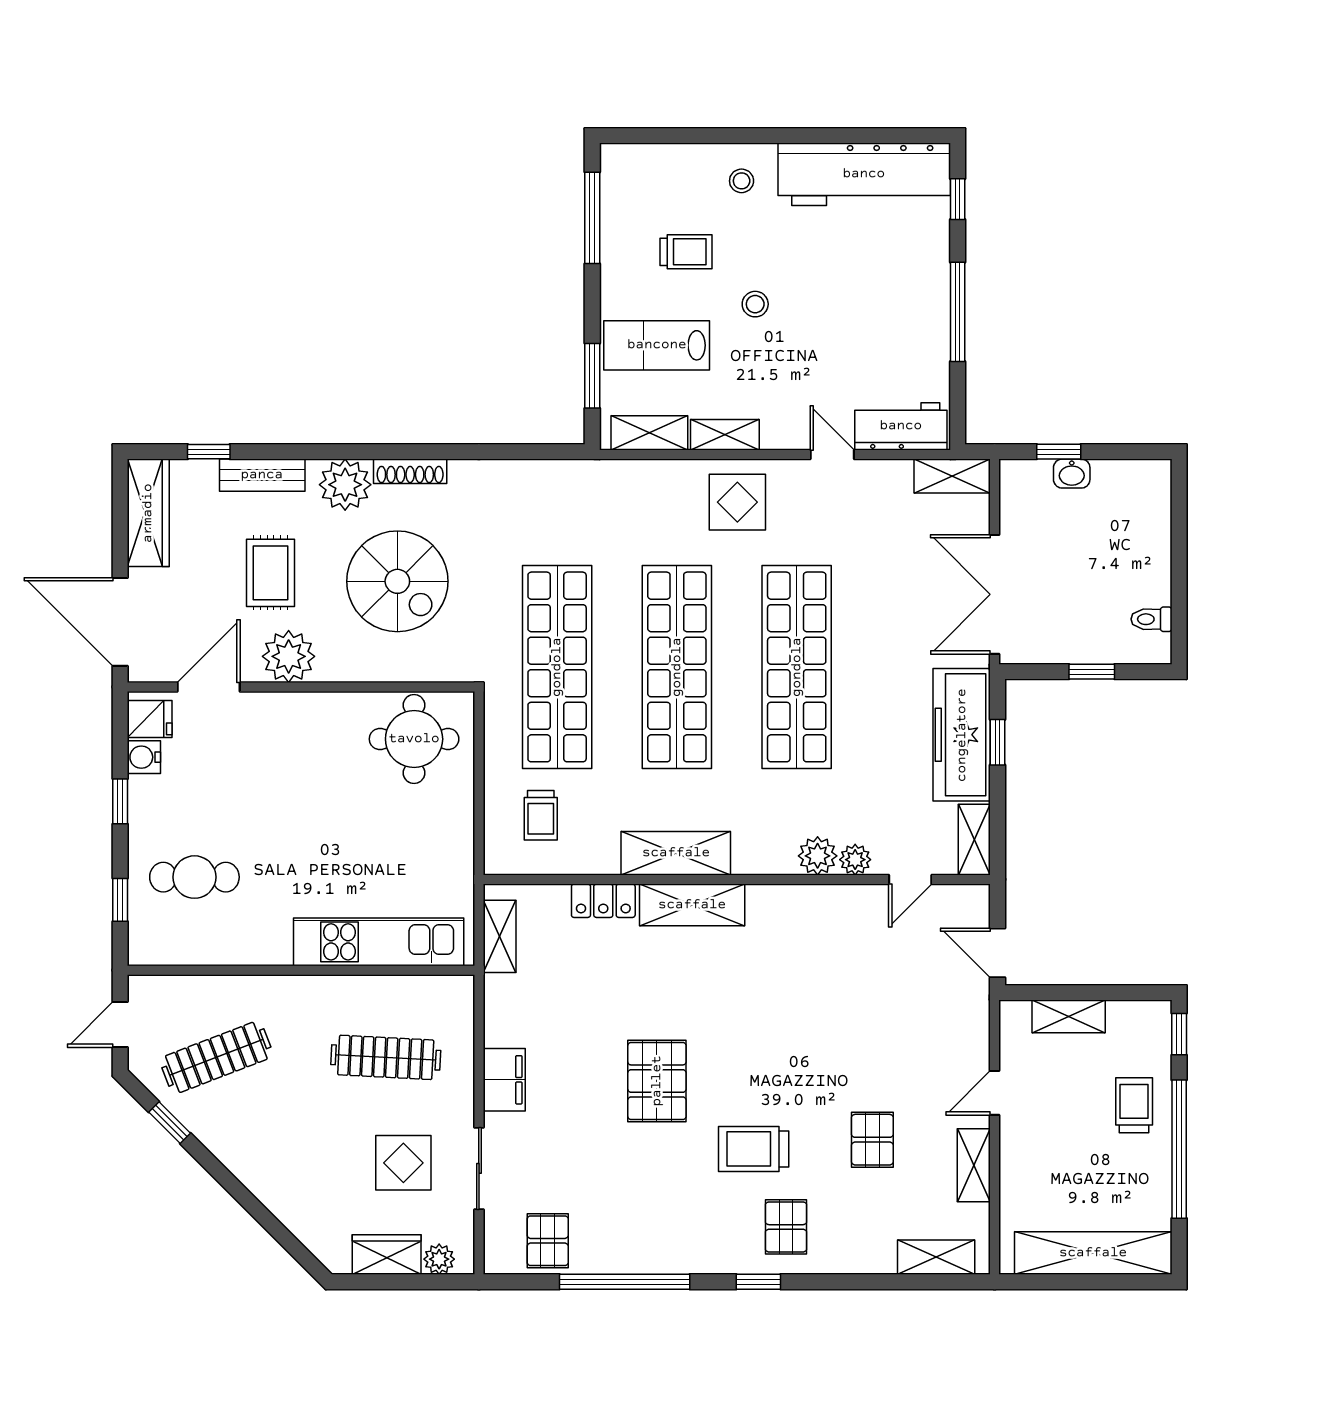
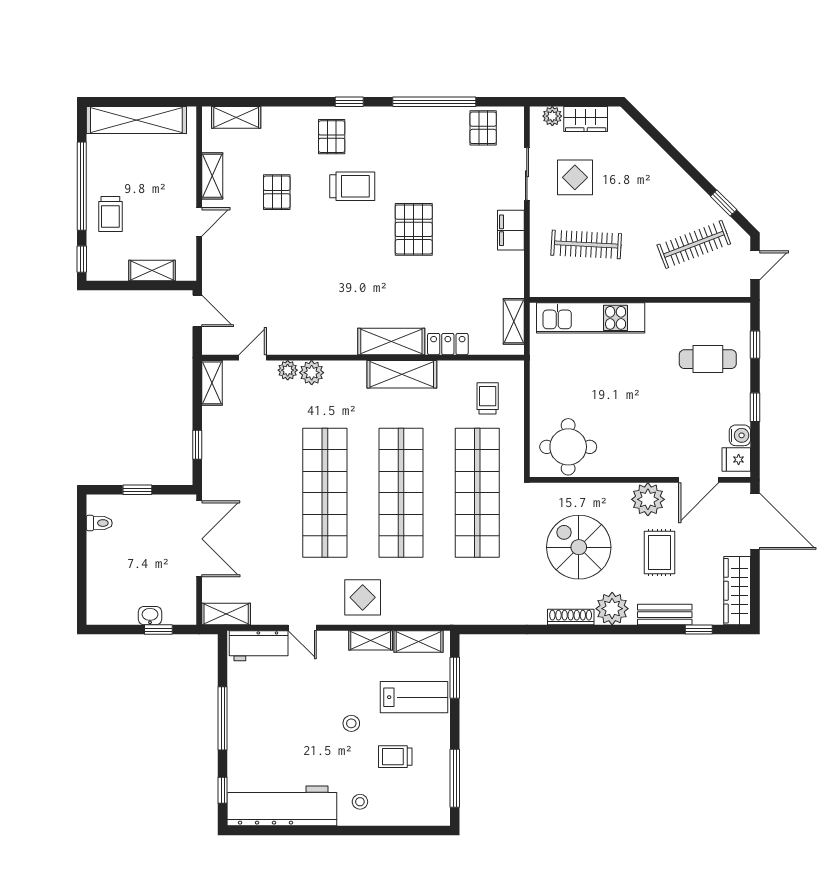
freezer: (962, 735) -> (220, 450), removed

